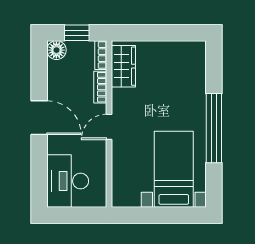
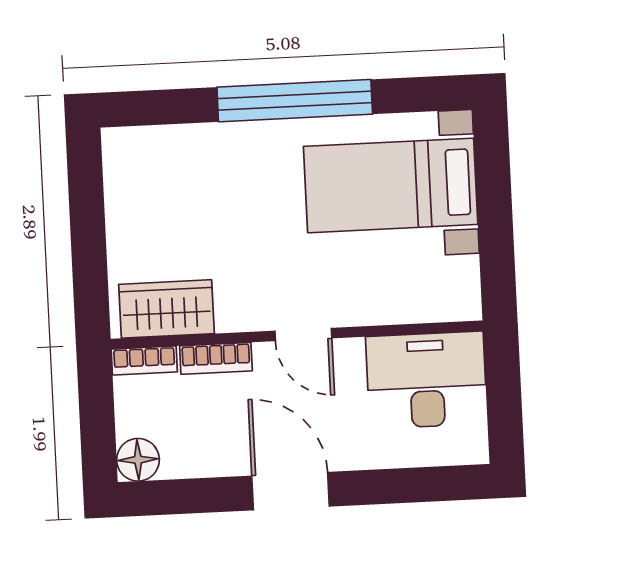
window: (77, 33) -> (97, 417), removed
door: (39, 118) -> (291, 491), hinge flipped
desk: (68, 181) -> (426, 380), moved, turned 180

